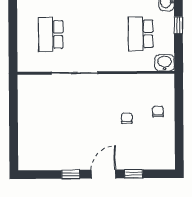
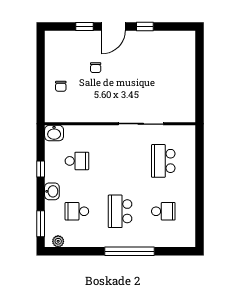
school desk: (51, 34) -> (163, 161), turned 180
school desk: (141, 34) -> (77, 161), width x0.54
chair: (127, 118) -> (96, 68), moved

